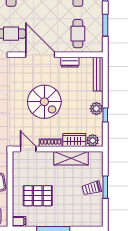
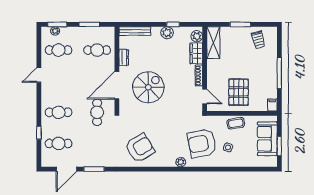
spiral stairs: (44, 102) -> (148, 87), moved
door: (28, 149) -> (205, 96), swing flipped
shelving: (71, 158) -> (213, 43), moved
trolley: (92, 188) -> (258, 40), moved
pallet: (38, 196) -> (239, 92), moved

